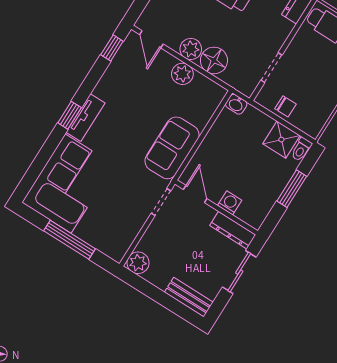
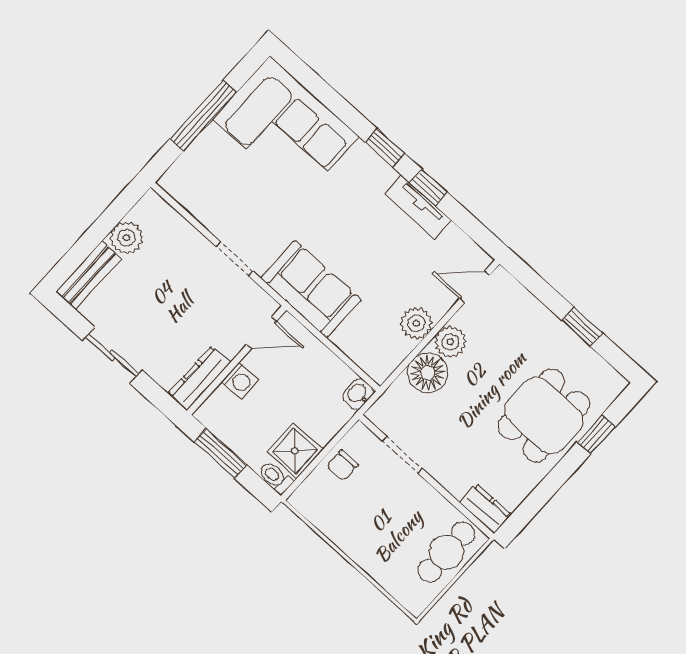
window: (112, 48) -> (429, 188), moved
tv unit: (85, 118) -> (418, 207), moved
door: (195, 194) -> (262, 333), moved
washing machine: (230, 203) -> (240, 381), moved
wall: (216, 207) -> (237, 360), moved
dresser: (233, 230) -> (199, 378), moved
plant: (138, 263) -> (127, 238), moved

